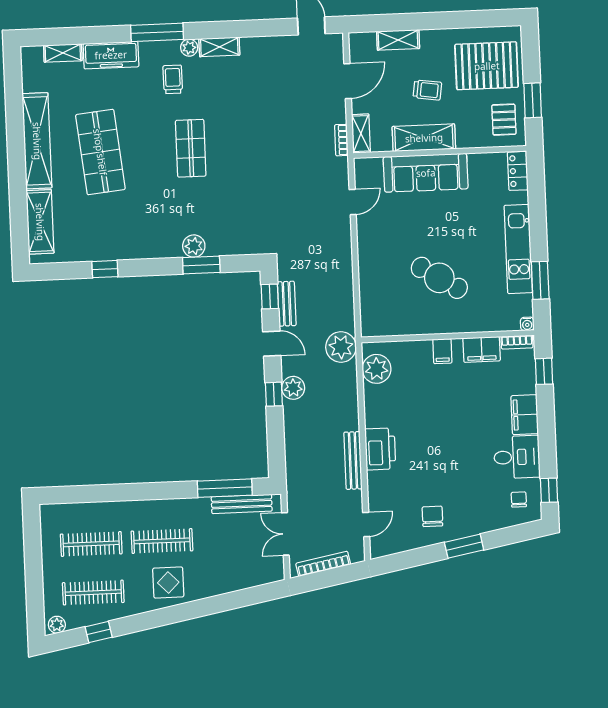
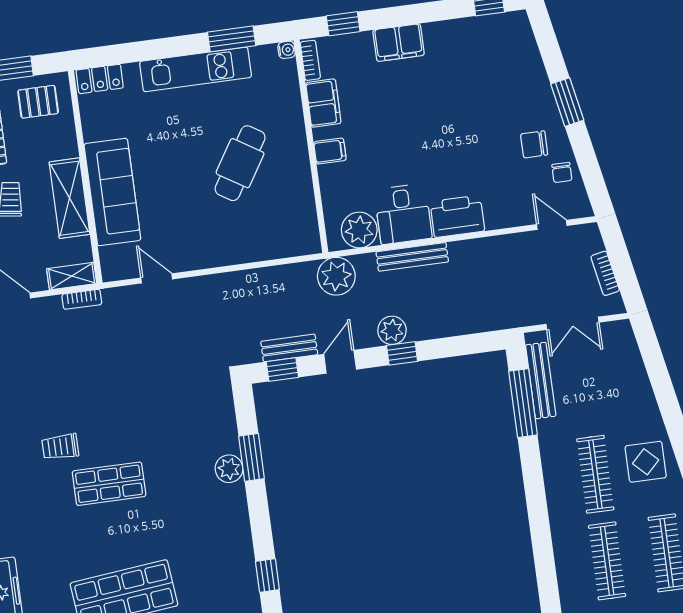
trolley: (173, 79) -> (60, 447), moved
desk: (517, 457) -> (403, 214), moved, turned 180
bench: (353, 460) -> (412, 257), moved
chair: (519, 500) -> (562, 172), moved, turned -90
bookcase: (323, 564) -> (605, 273), width x0.64

